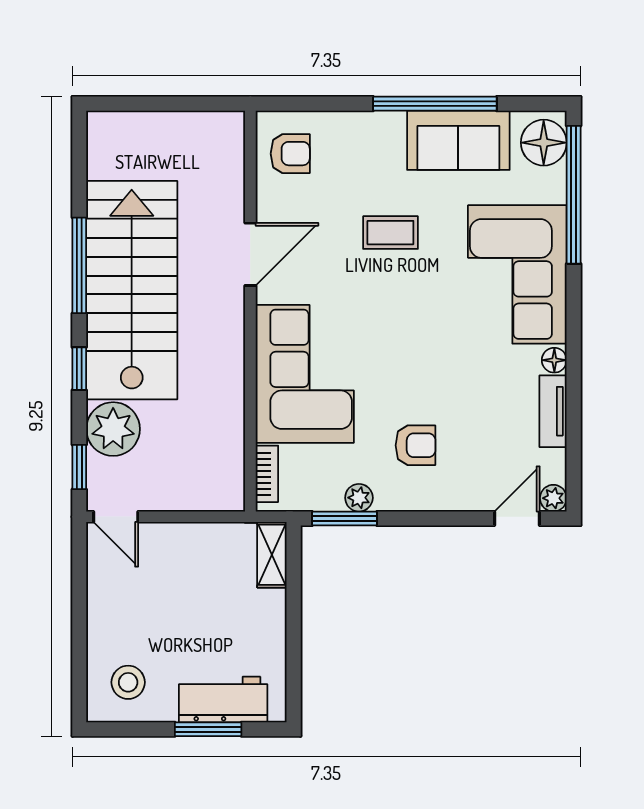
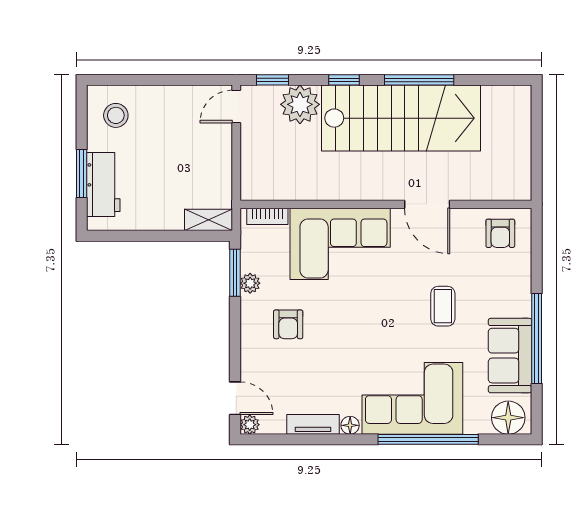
window: (574, 195) -> (428, 439), moved

